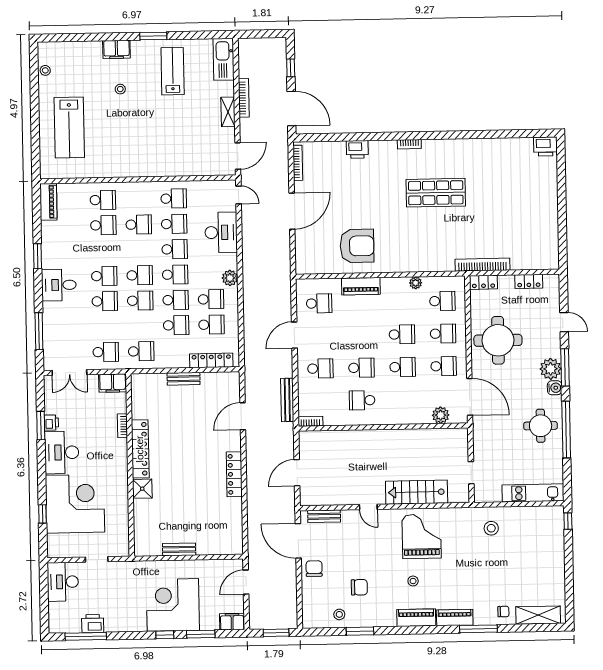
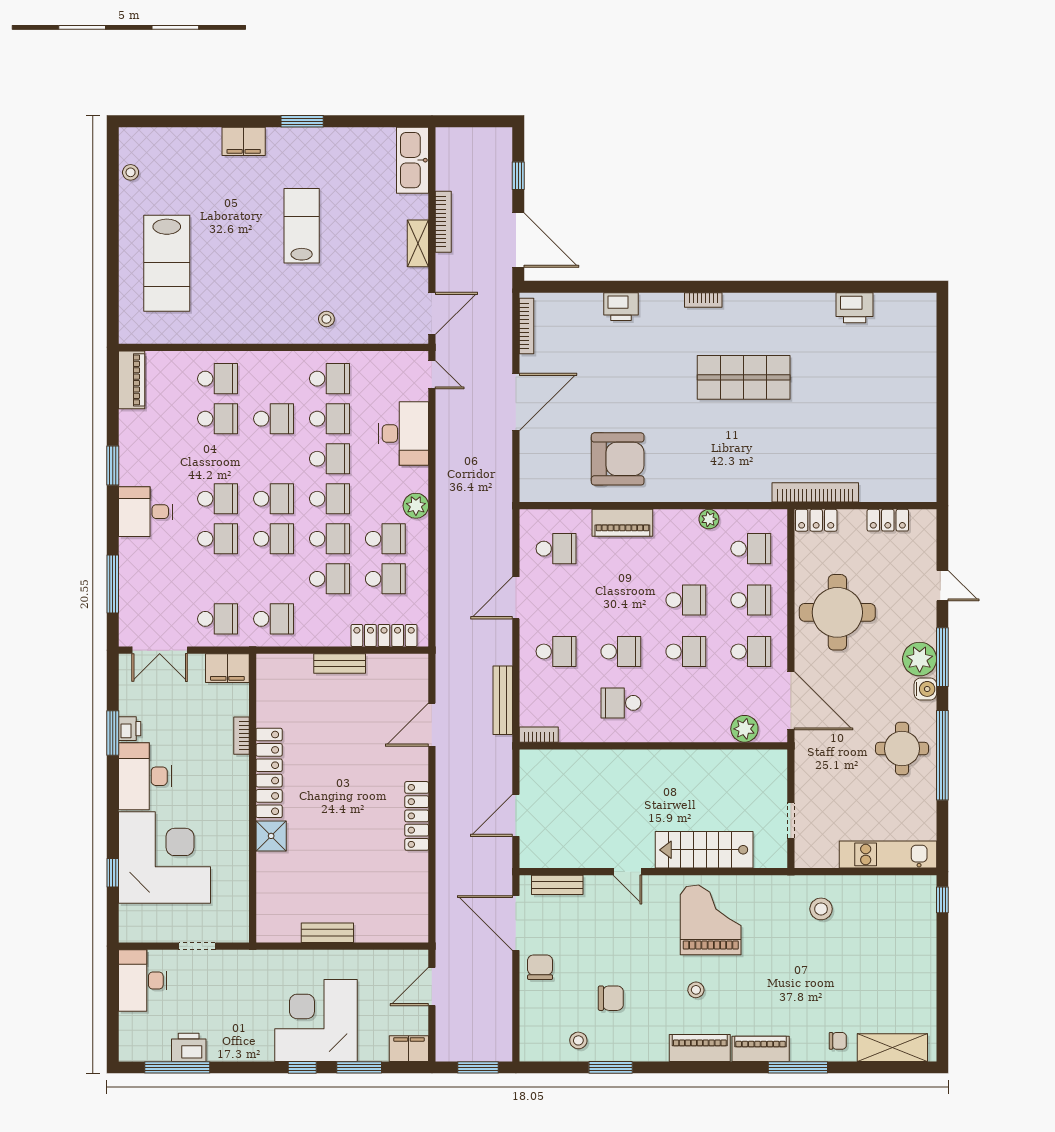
lab bench: (173, 71) -> (302, 226), moved
stool: (120, 89) -> (326, 319), moved
printer: (545, 146) -> (855, 308), moved

